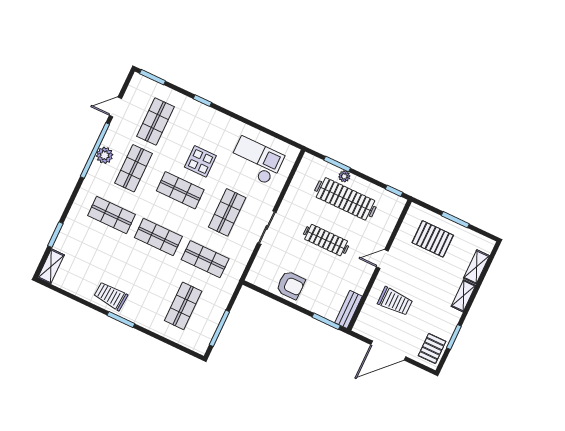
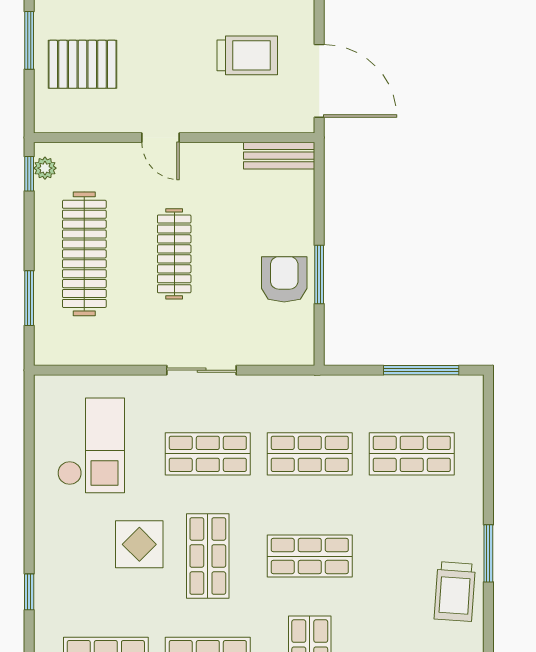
checkout: (256, 161) -> (91, 445), turned 180
plant: (344, 176) -> (45, 168), moved
shop shelf: (158, 237) -> (310, 556), turned 90
pallet: (433, 239) -> (82, 64), turned 90
shop shelf: (205, 259) -> (310, 454), turned 90
trolley: (395, 301) -> (247, 55), moved, turned 90
window: (326, 321) -> (319, 275), moved
door: (388, 351) -> (319, 81), moved

